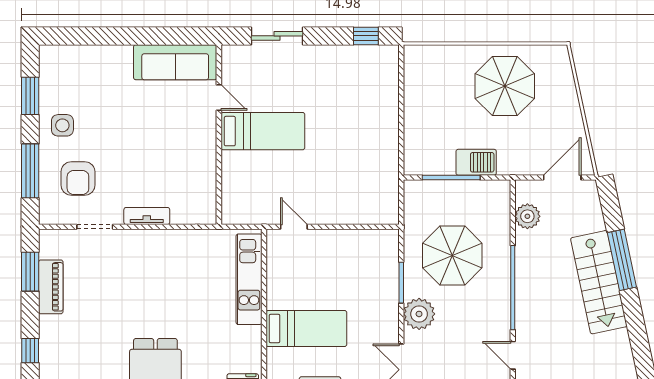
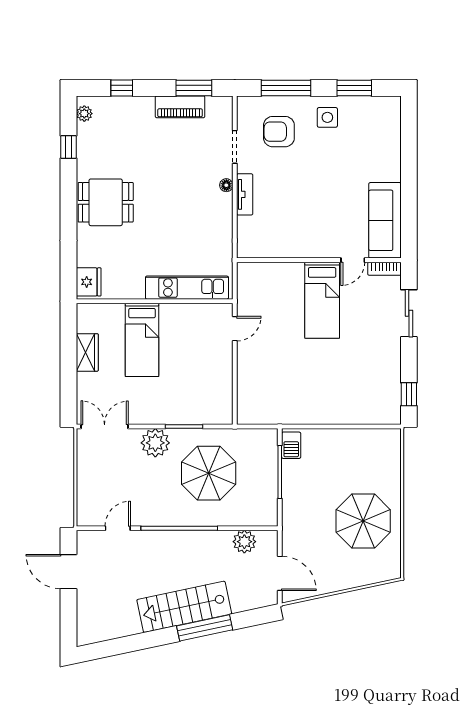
bookcase: (228, 63) -> (384, 269), added
barbecue: (476, 162) -> (291, 445), moved, width x0.73, depth x0.79
floor lamp: (137, 236) -> (226, 185), added

